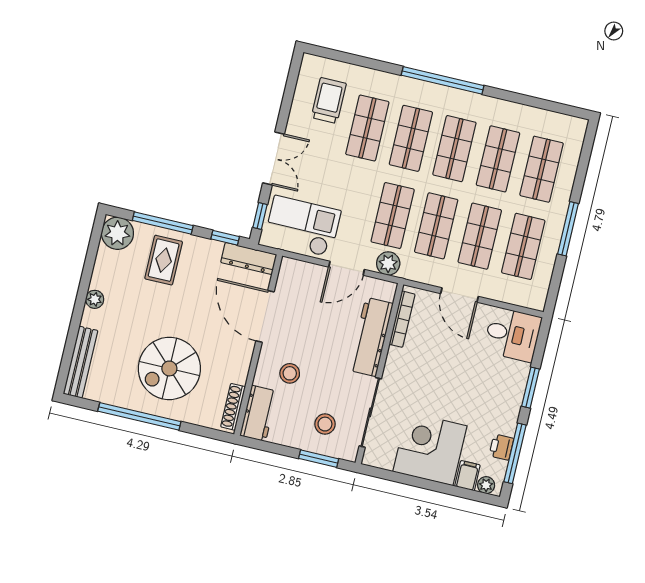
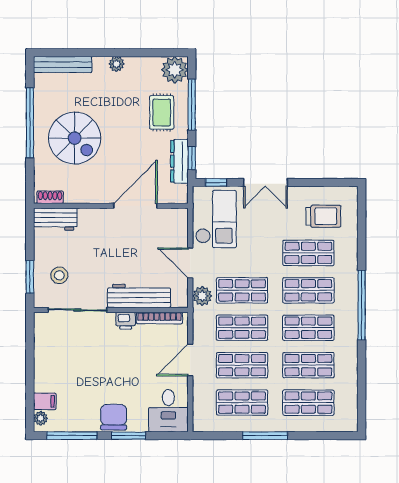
dresser: (249, 258) -> (179, 161), moved
rug: (164, 260) -> (162, 112), turned 90
spiral stairs: (169, 368) -> (75, 138), turned 180
stool: (290, 373) -> (94, 237), removed
chair: (505, 400) -> (114, 417), added
shoe rack: (233, 407) -> (50, 197), width x0.70
printer: (501, 447) -> (126, 321), moved, turned 180
corner desk: (430, 449) -> (59, 366), removed

